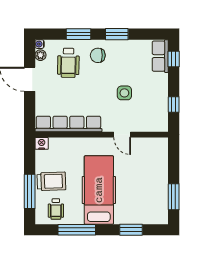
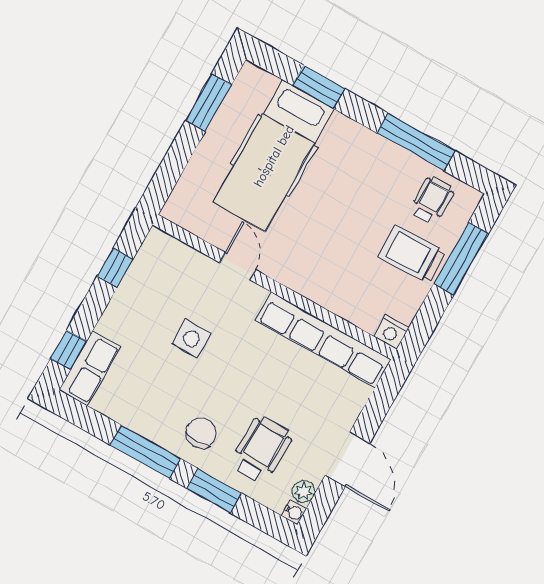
window: (117, 34) -> (145, 452), width x1.44
chair: (98, 55) -> (201, 433), turned -90
hospital bed: (99, 190) -> (274, 156), moved

